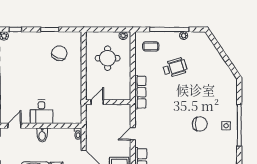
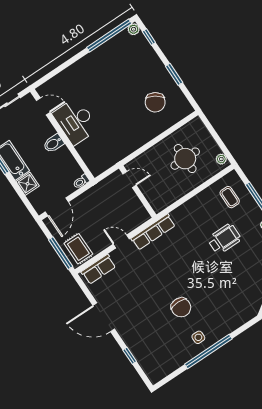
chair: (59, 53) -> (155, 102), turned 102
wheelchair: (175, 68) -> (224, 239), turned -73
row of seats: (140, 92) -> (153, 232), moved
desk: (41, 112) -> (75, 121), width x1.37

